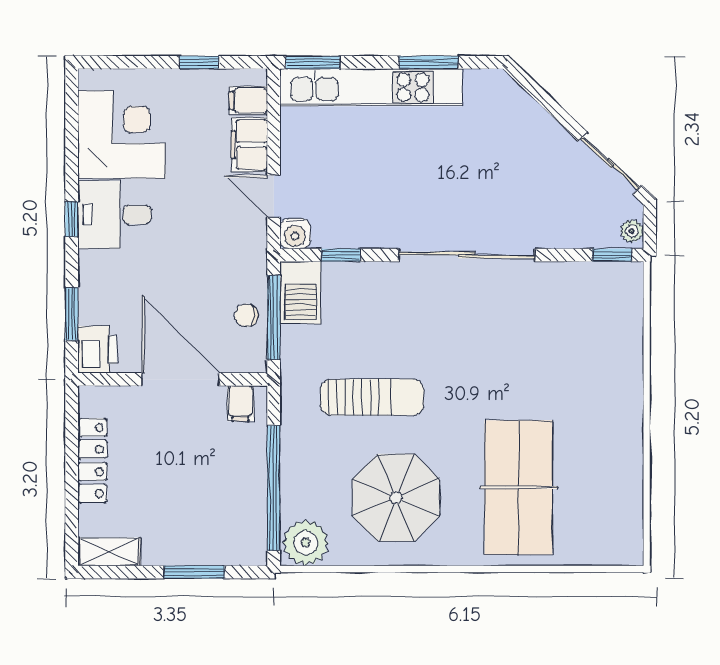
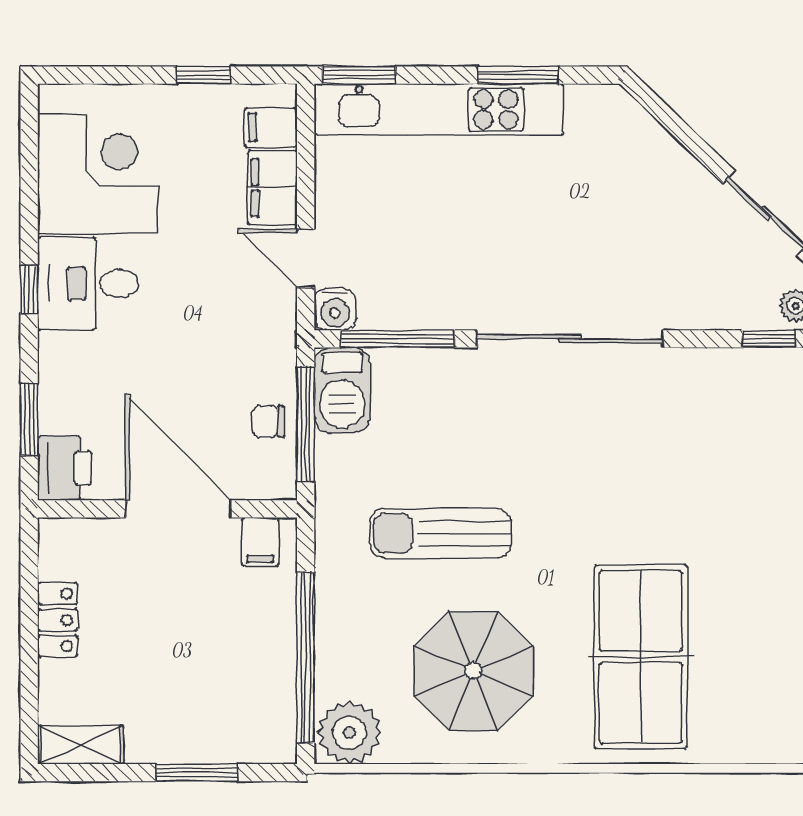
window: (341, 255) -> (398, 339), width x2.17
sun lounger: (372, 397) -> (440, 533), turned 180
locker: (92, 460) -> (58, 620), width x0.66

